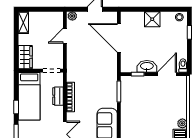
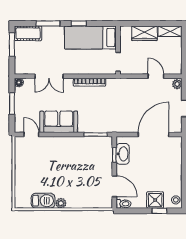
shower: (152, 19) -> (155, 200), moved
wardrobe: (25, 57) -> (144, 33), moved
washbasin: (147, 66) -> (123, 154), moved
dresser: (58, 96) -> (90, 69), removed

